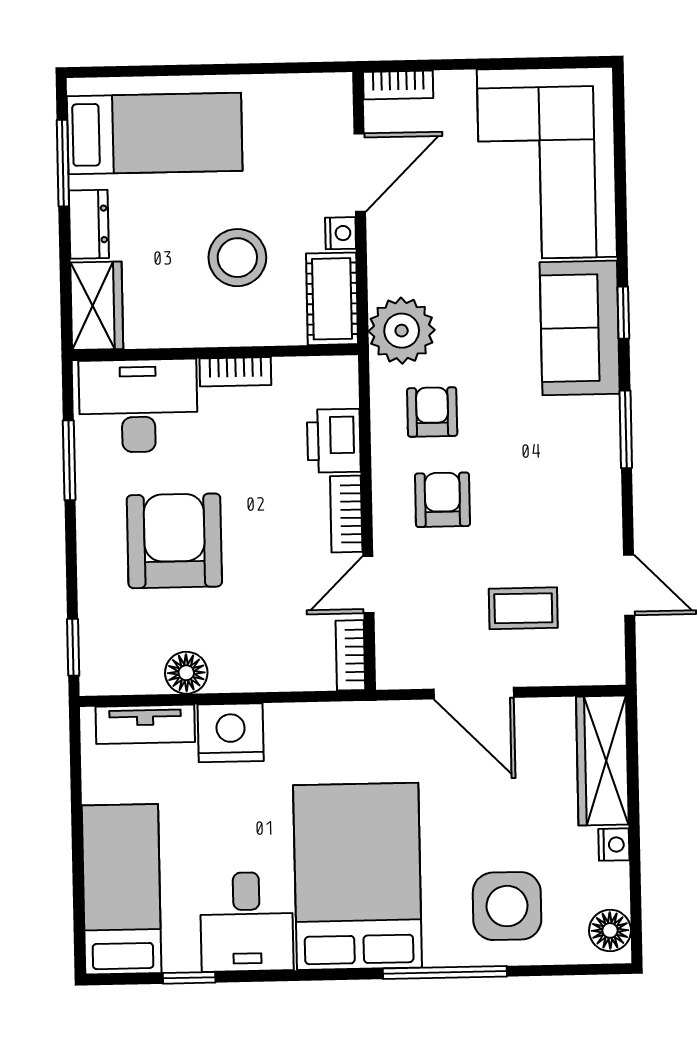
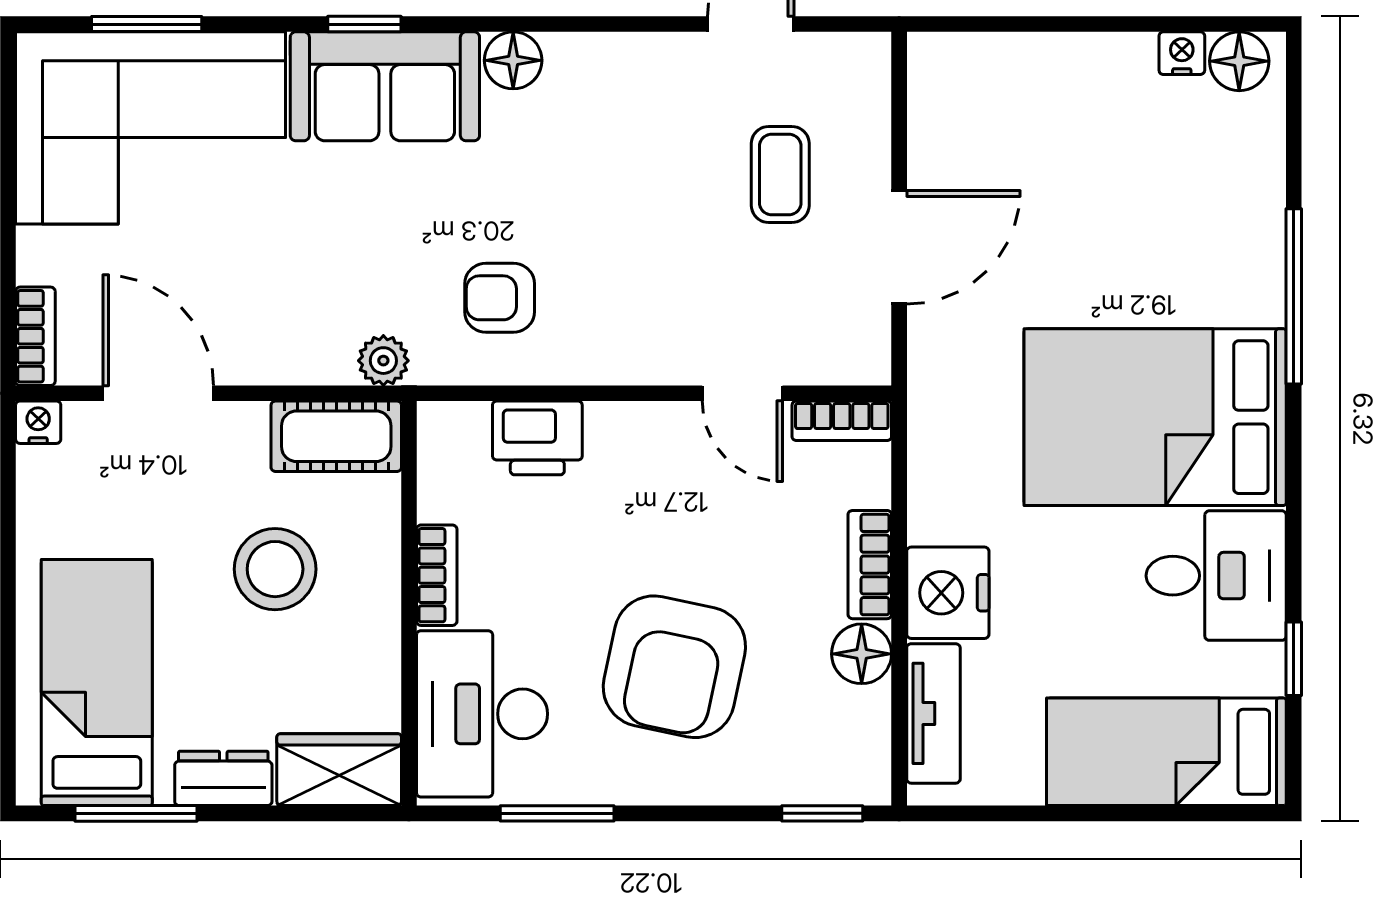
nightstand: (341, 233) -> (38, 422), moved
plant: (402, 331) -> (383, 361), width x0.53, depth x0.53
floor lamp: (600, 418) -> (513, 60), added
window: (626, 429) -> (147, 24), moved
armchair: (442, 500) -> (624, 286), removed
bookcase: (346, 514) -> (870, 565), moved, turned 90
armchair: (174, 541) -> (674, 667), turned -78
wardrobe: (602, 761) -> (998, 67), removed
nightstand: (614, 845) -> (1182, 53), moved
side table: (507, 906) -> (1202, 206), removed

